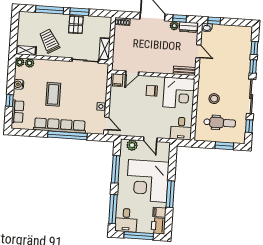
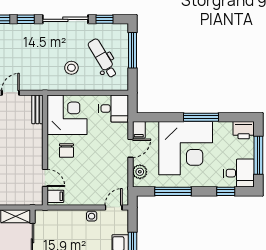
dental chair: (220, 123) -> (103, 58), turned -31
window: (224, 146) -> (133, 50), width x1.44
window: (113, 209) -> (226, 191), width x0.46
filing cabinet: (159, 212) -> (139, 130), moved

